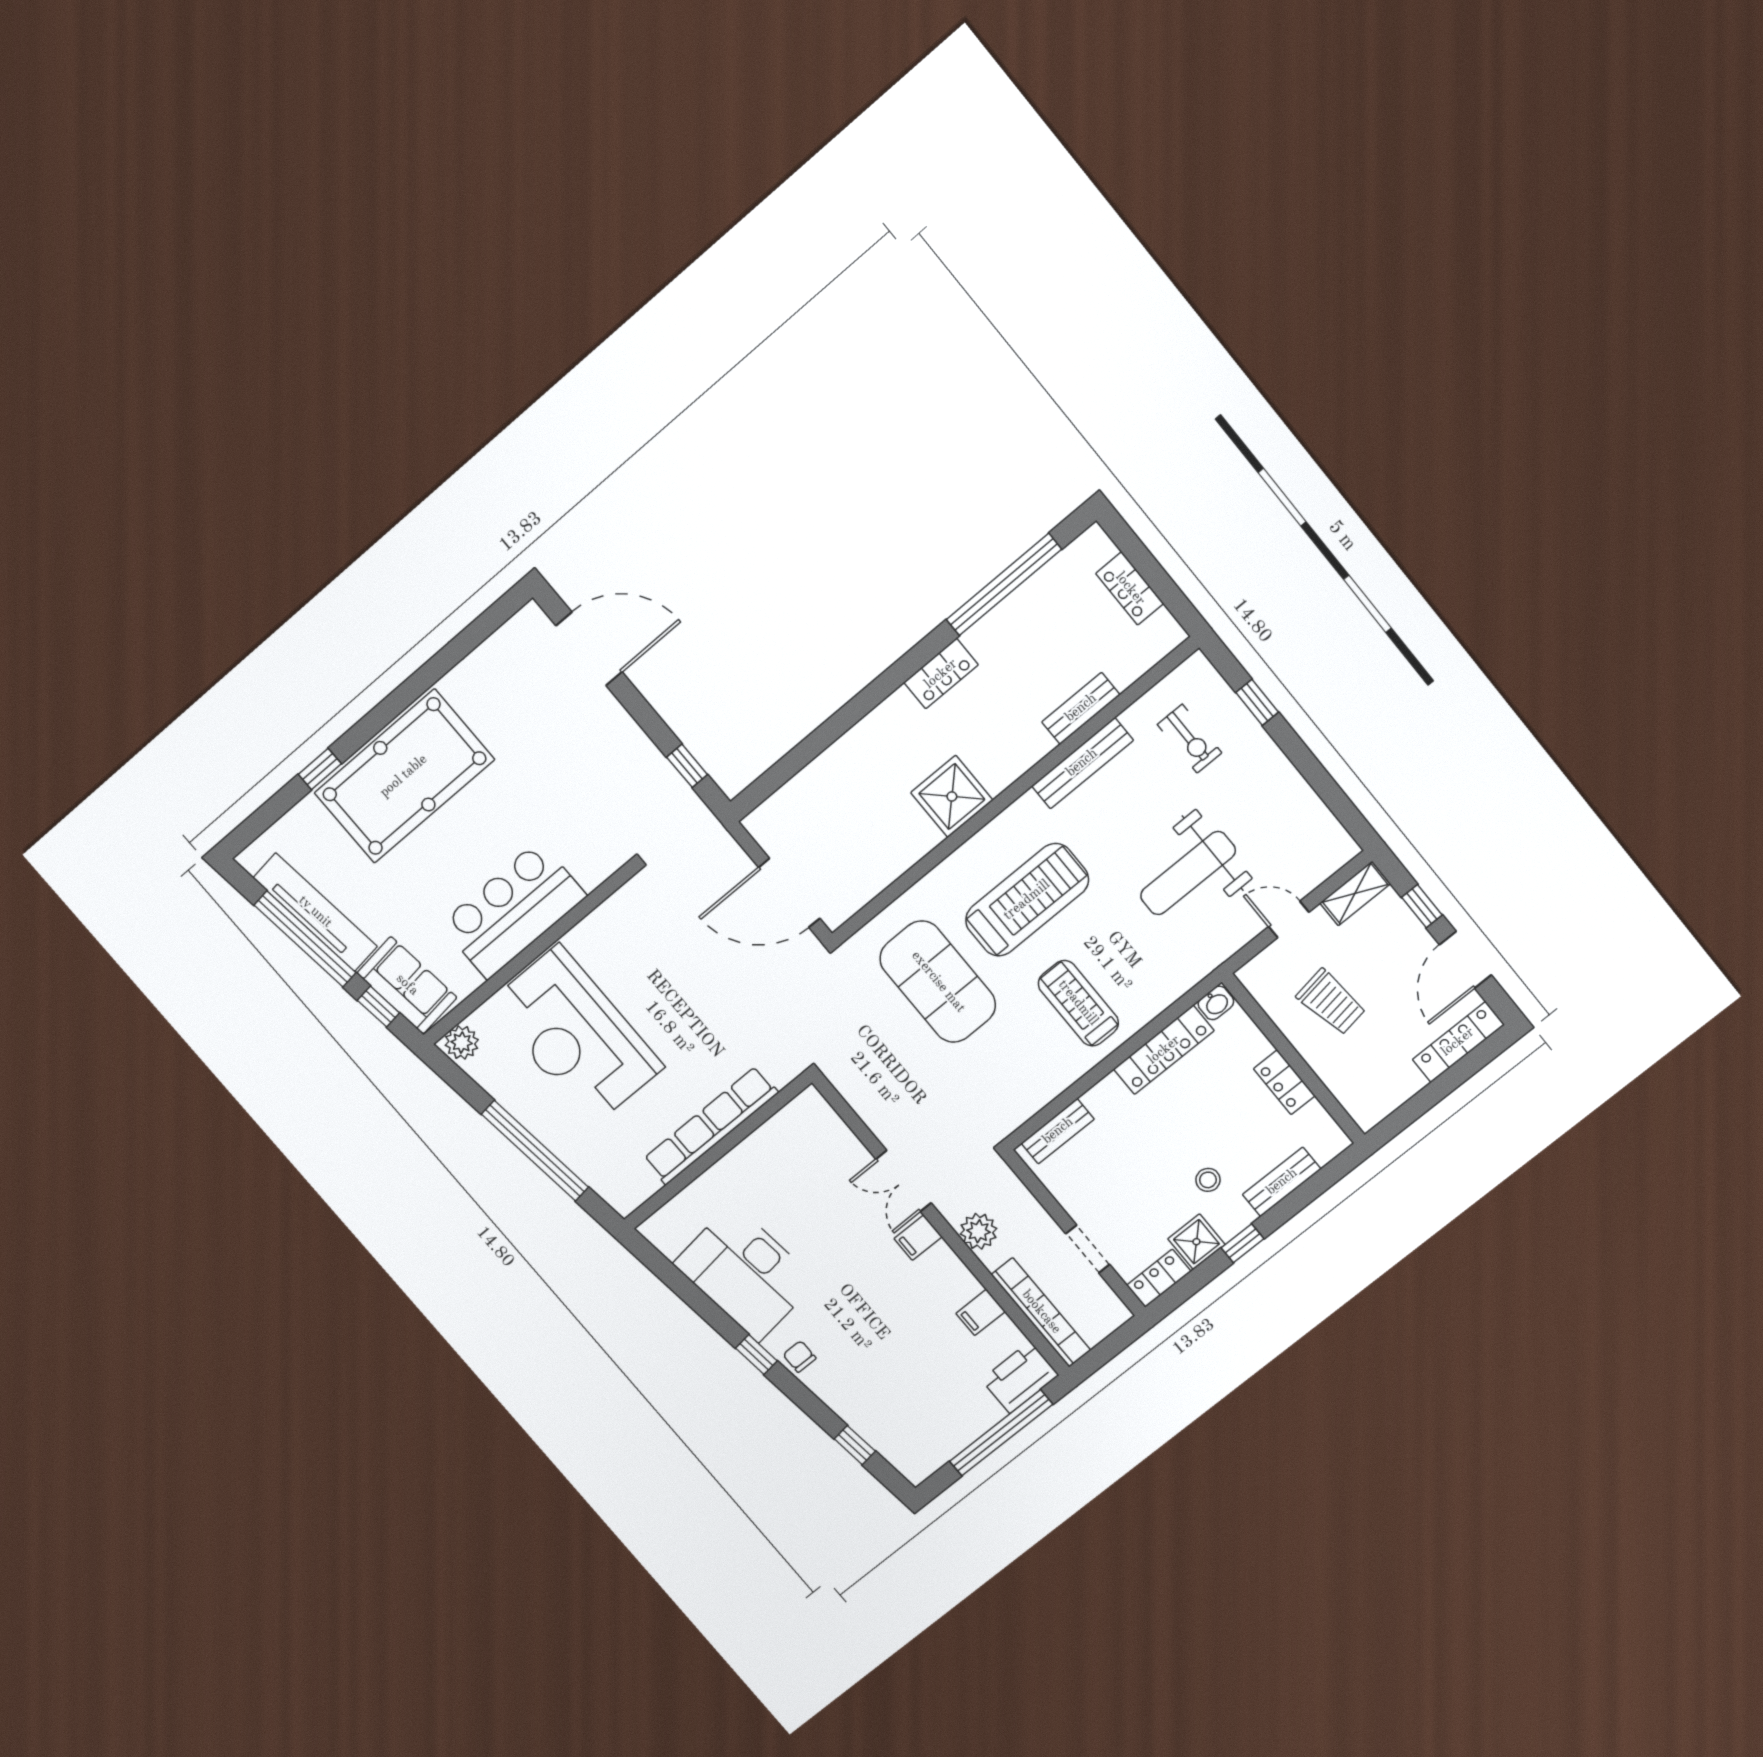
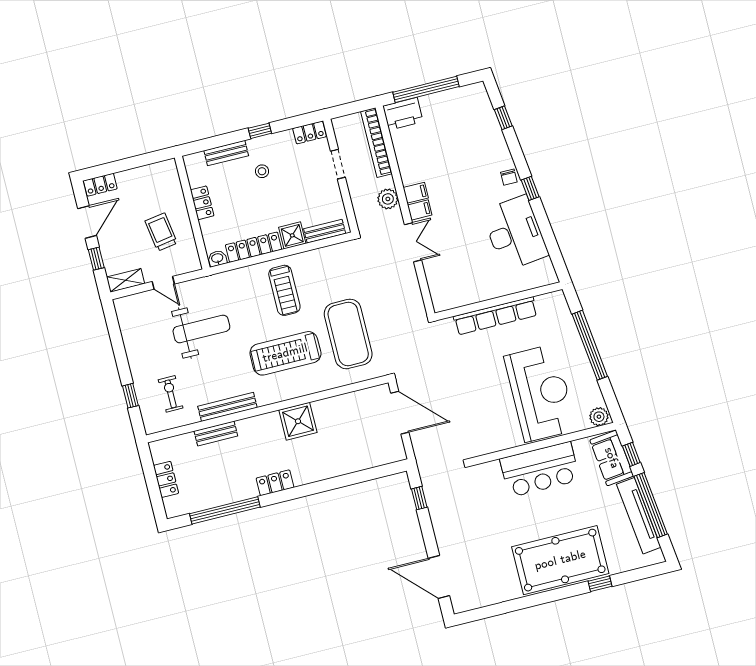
locker: (1458, 1042) -> (100, 185), width x0.66
shower: (1196, 1242) -> (292, 235), moved
filing cabinet: (981, 1312) -> (416, 193), moved

